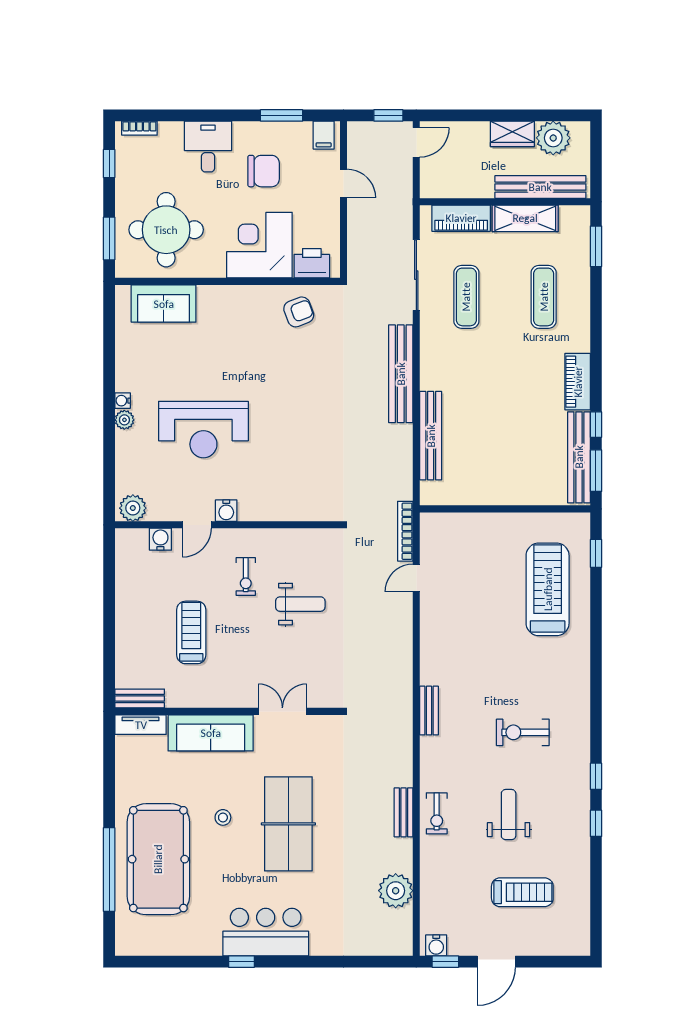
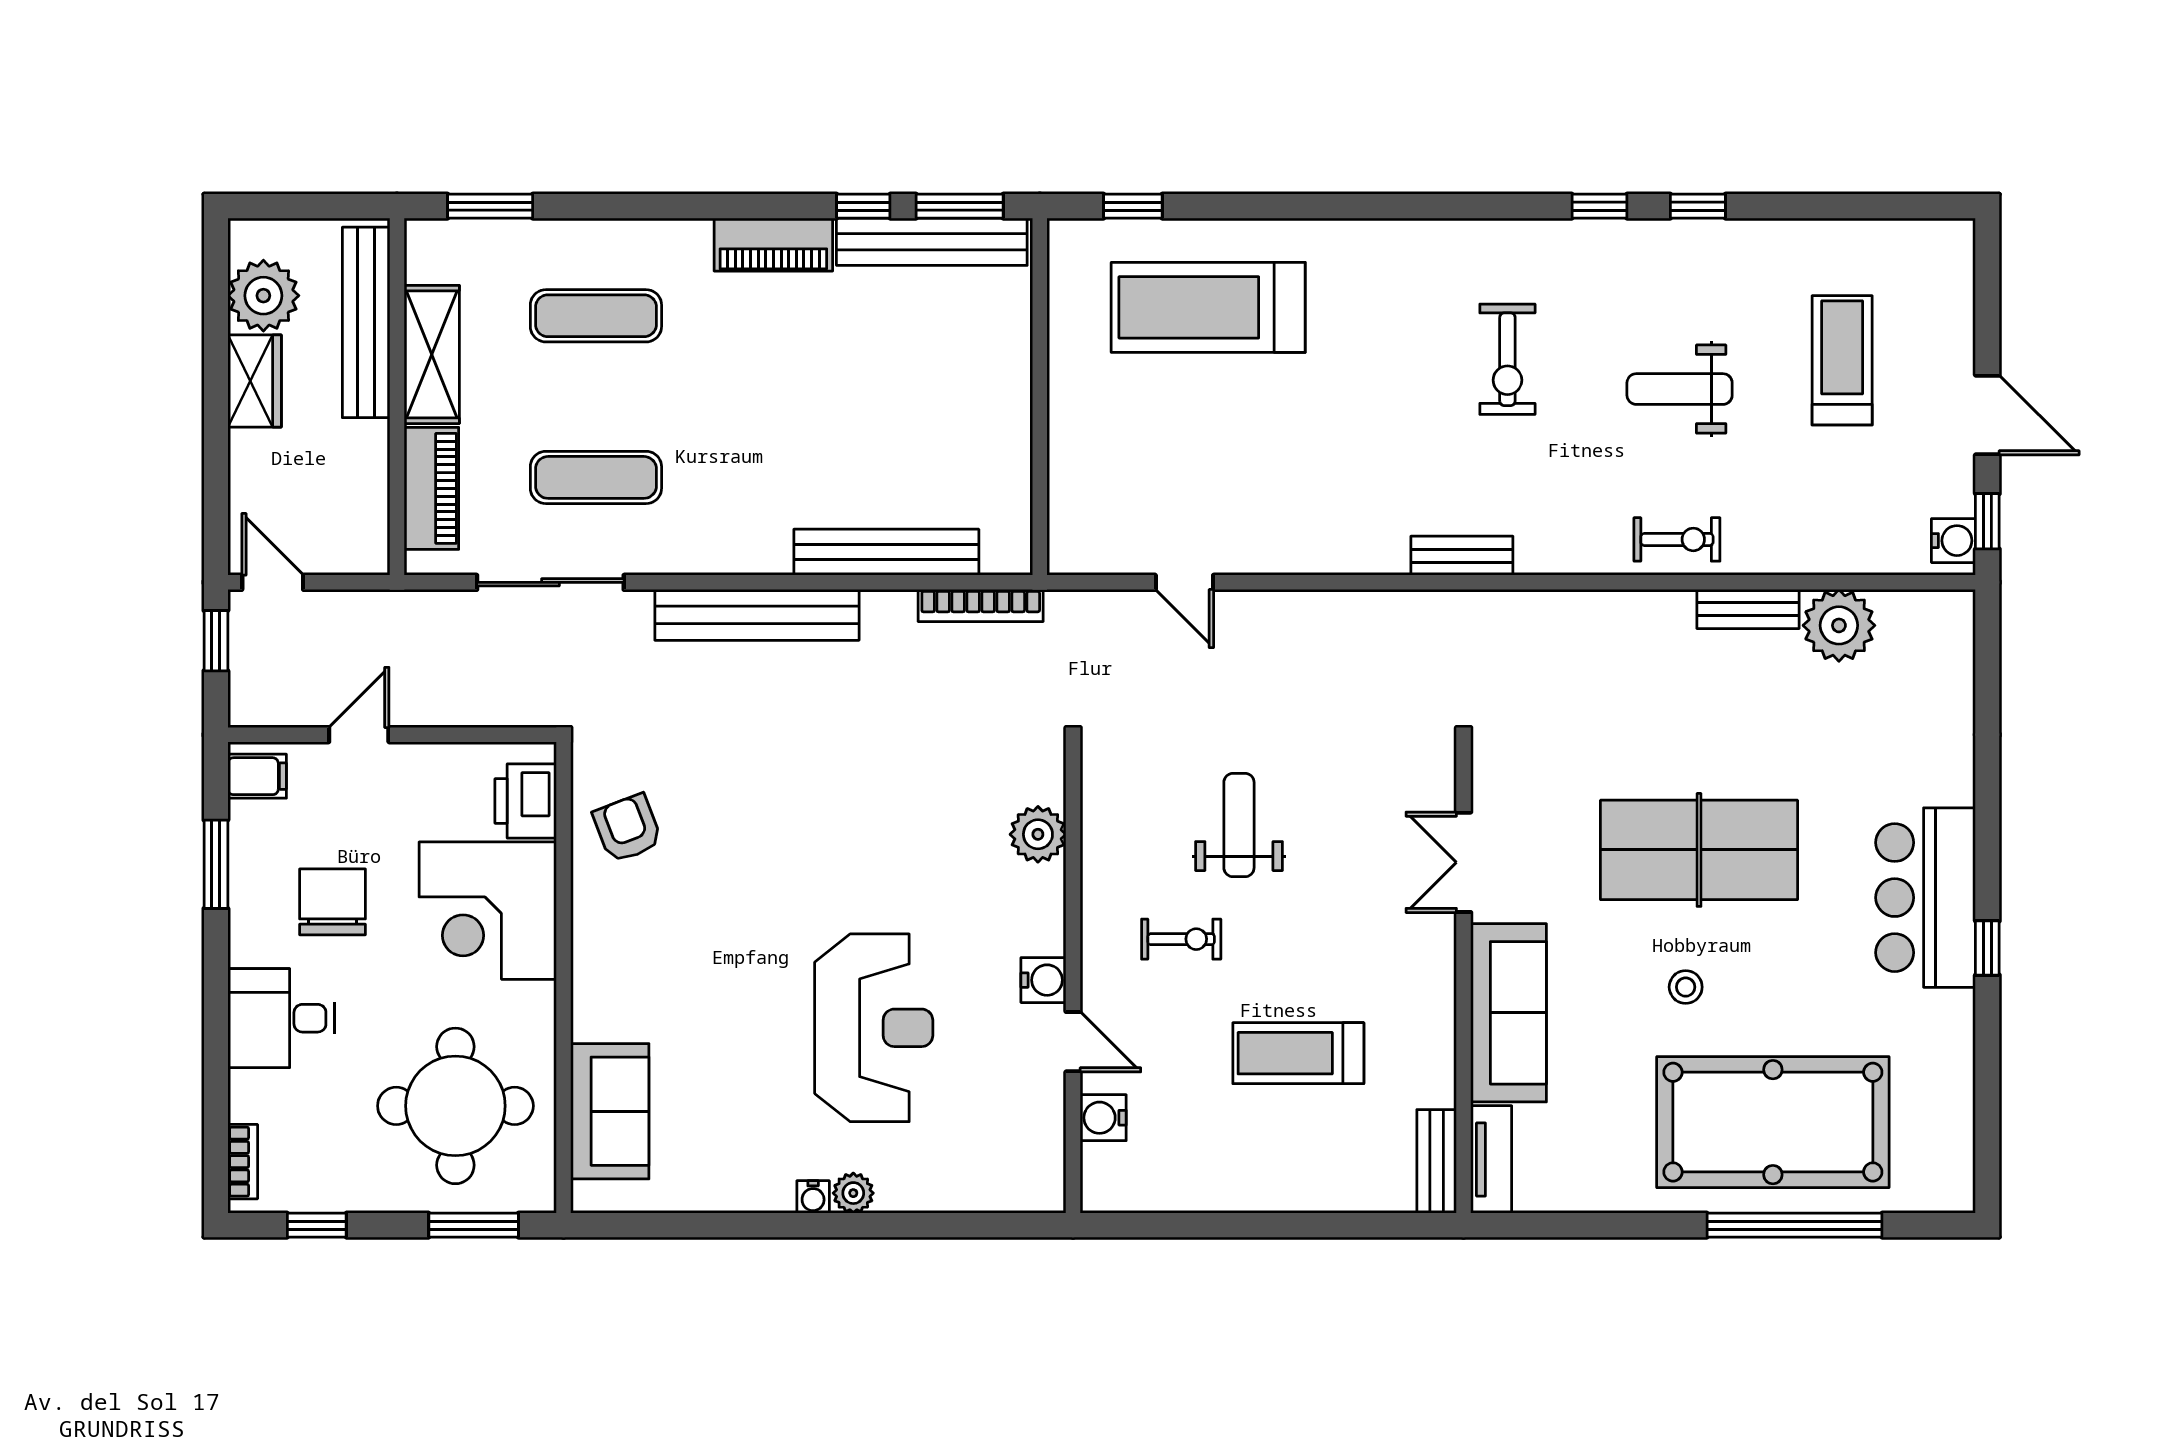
plant: (133, 508) -> (1038, 834), moved
bookcase: (405, 531) -> (981, 605), moved
bench: (404, 812) -> (1748, 609), moved

